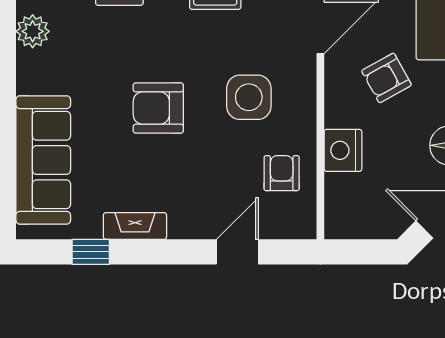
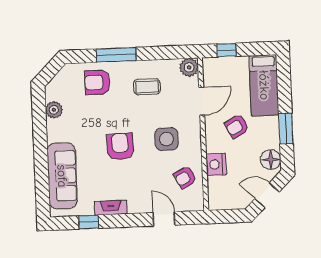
armchair: (158, 108) -> (120, 147), turned 88
armchair: (282, 173) -> (185, 177), turned -118
door: (237, 252) -> (164, 219), hinge flipped

